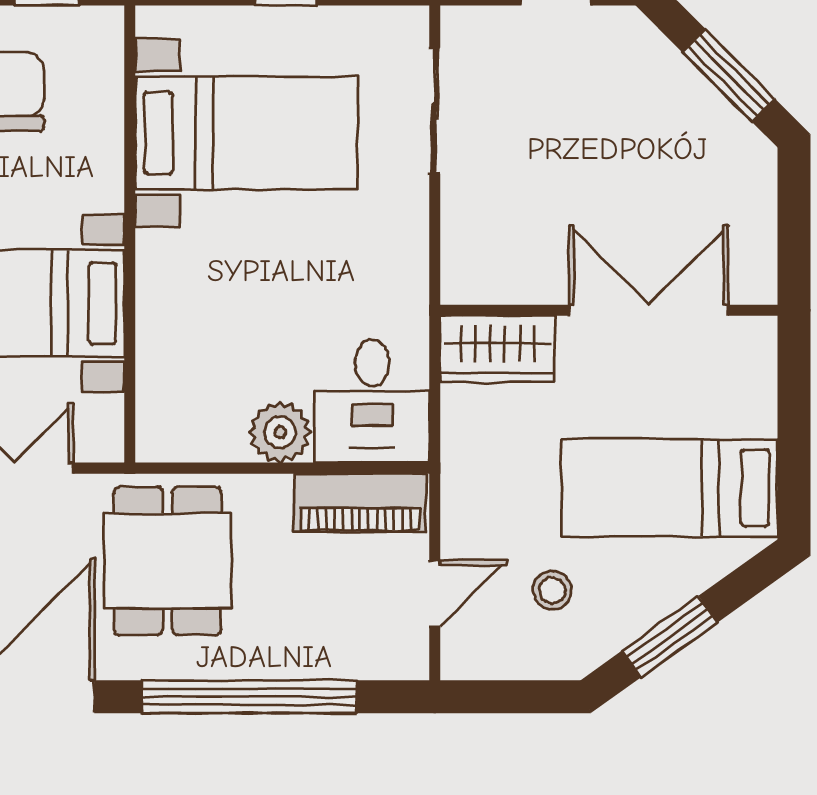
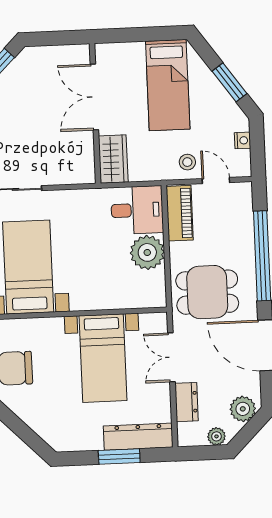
plant: (280, 432) -> (147, 252), width x1.36, depth x1.36
stool: (552, 590) -> (187, 162), moved
nightstand: (529, 662) -> (242, 140), added

